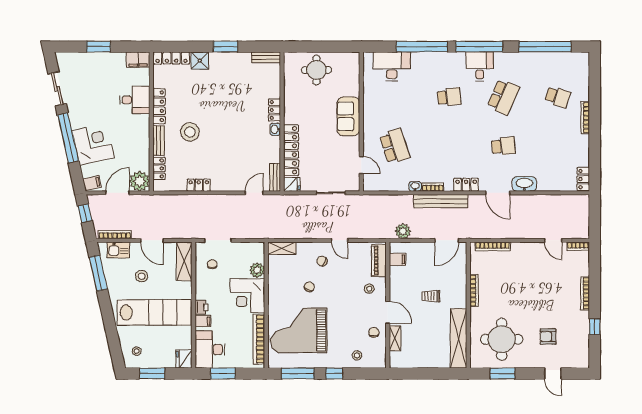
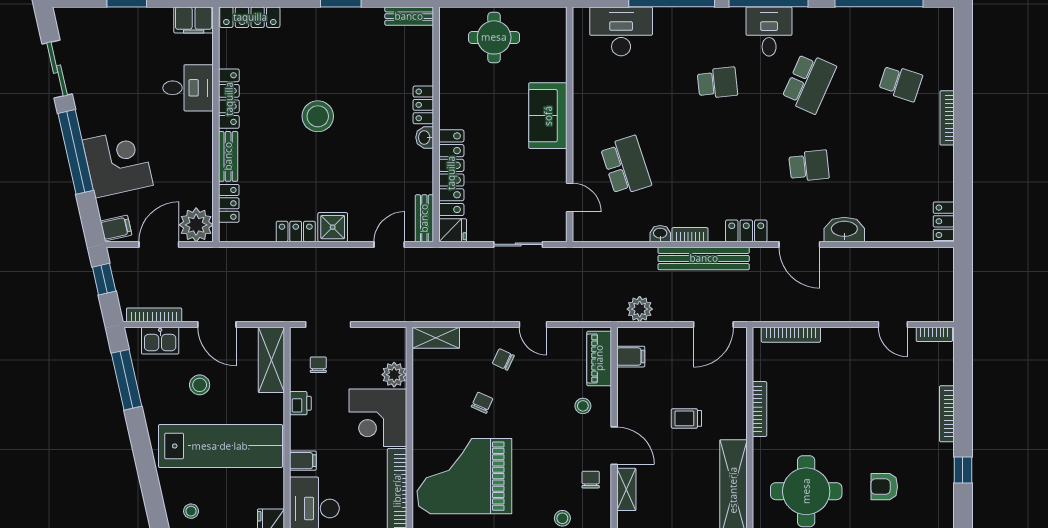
shower: (200, 61) -> (333, 227), moved
stool: (190, 132) -> (318, 116), moved
printer: (202, 307) -> (300, 403), moved

